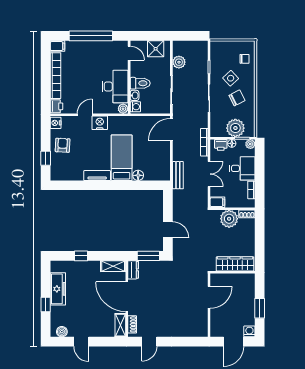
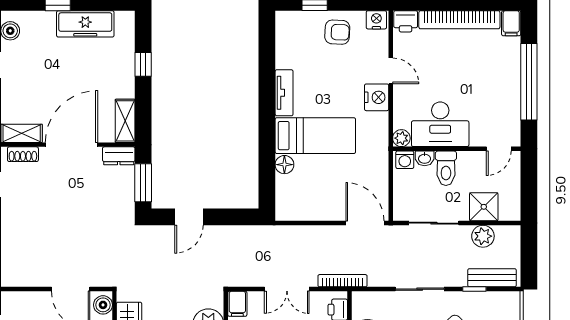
shower: (156, 49) -> (484, 207), moved
bench: (178, 175) -> (492, 278), moved
boiler: (218, 279) -> (103, 305), added

